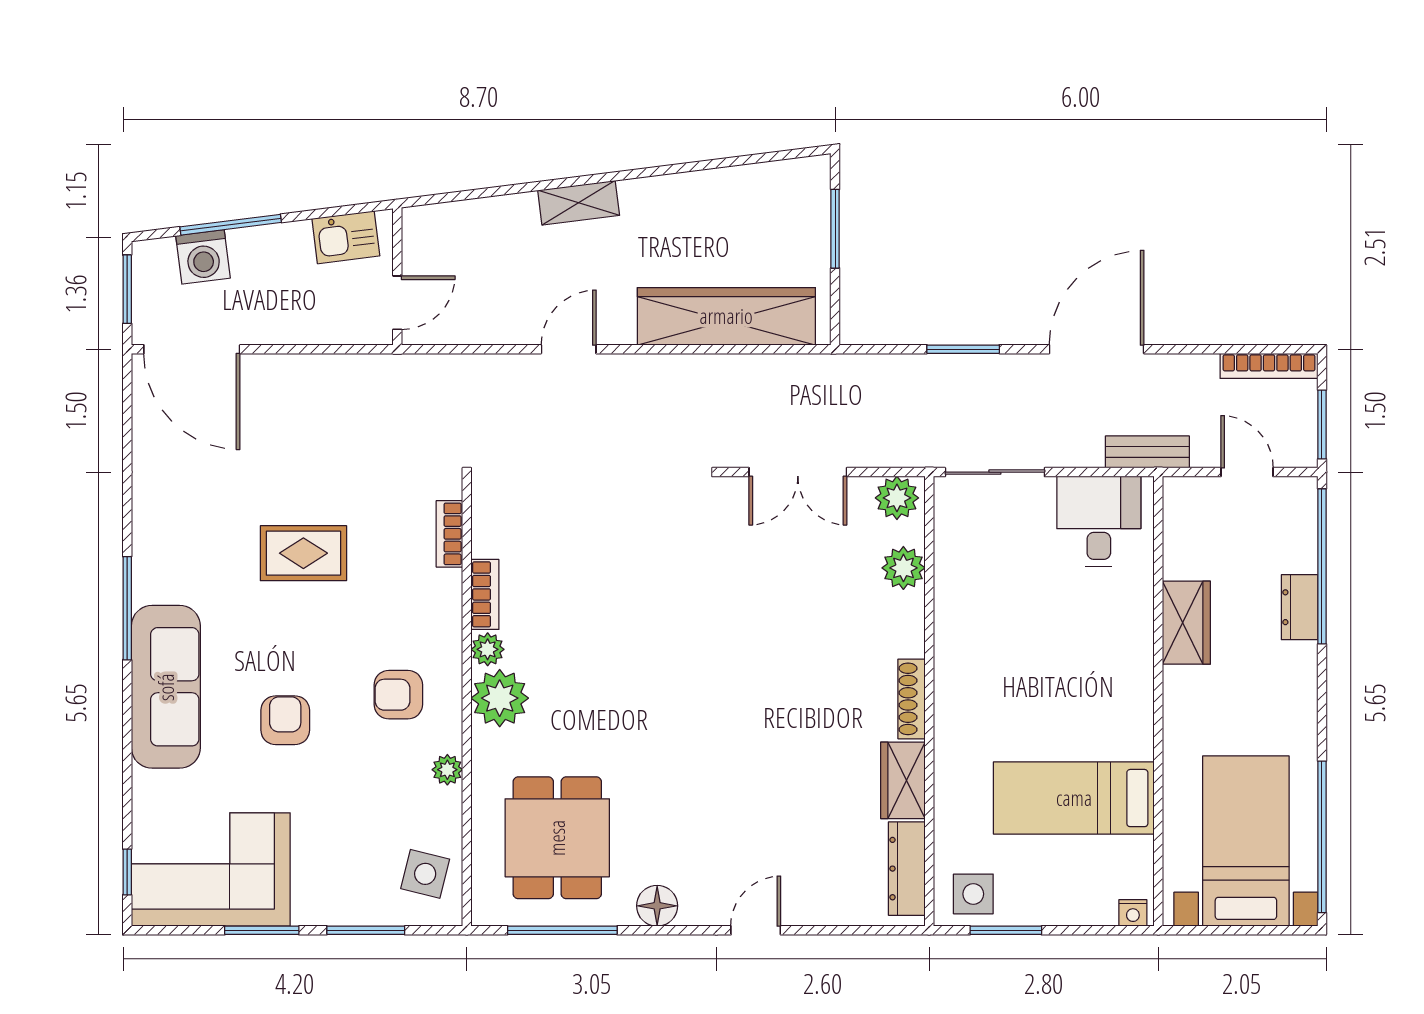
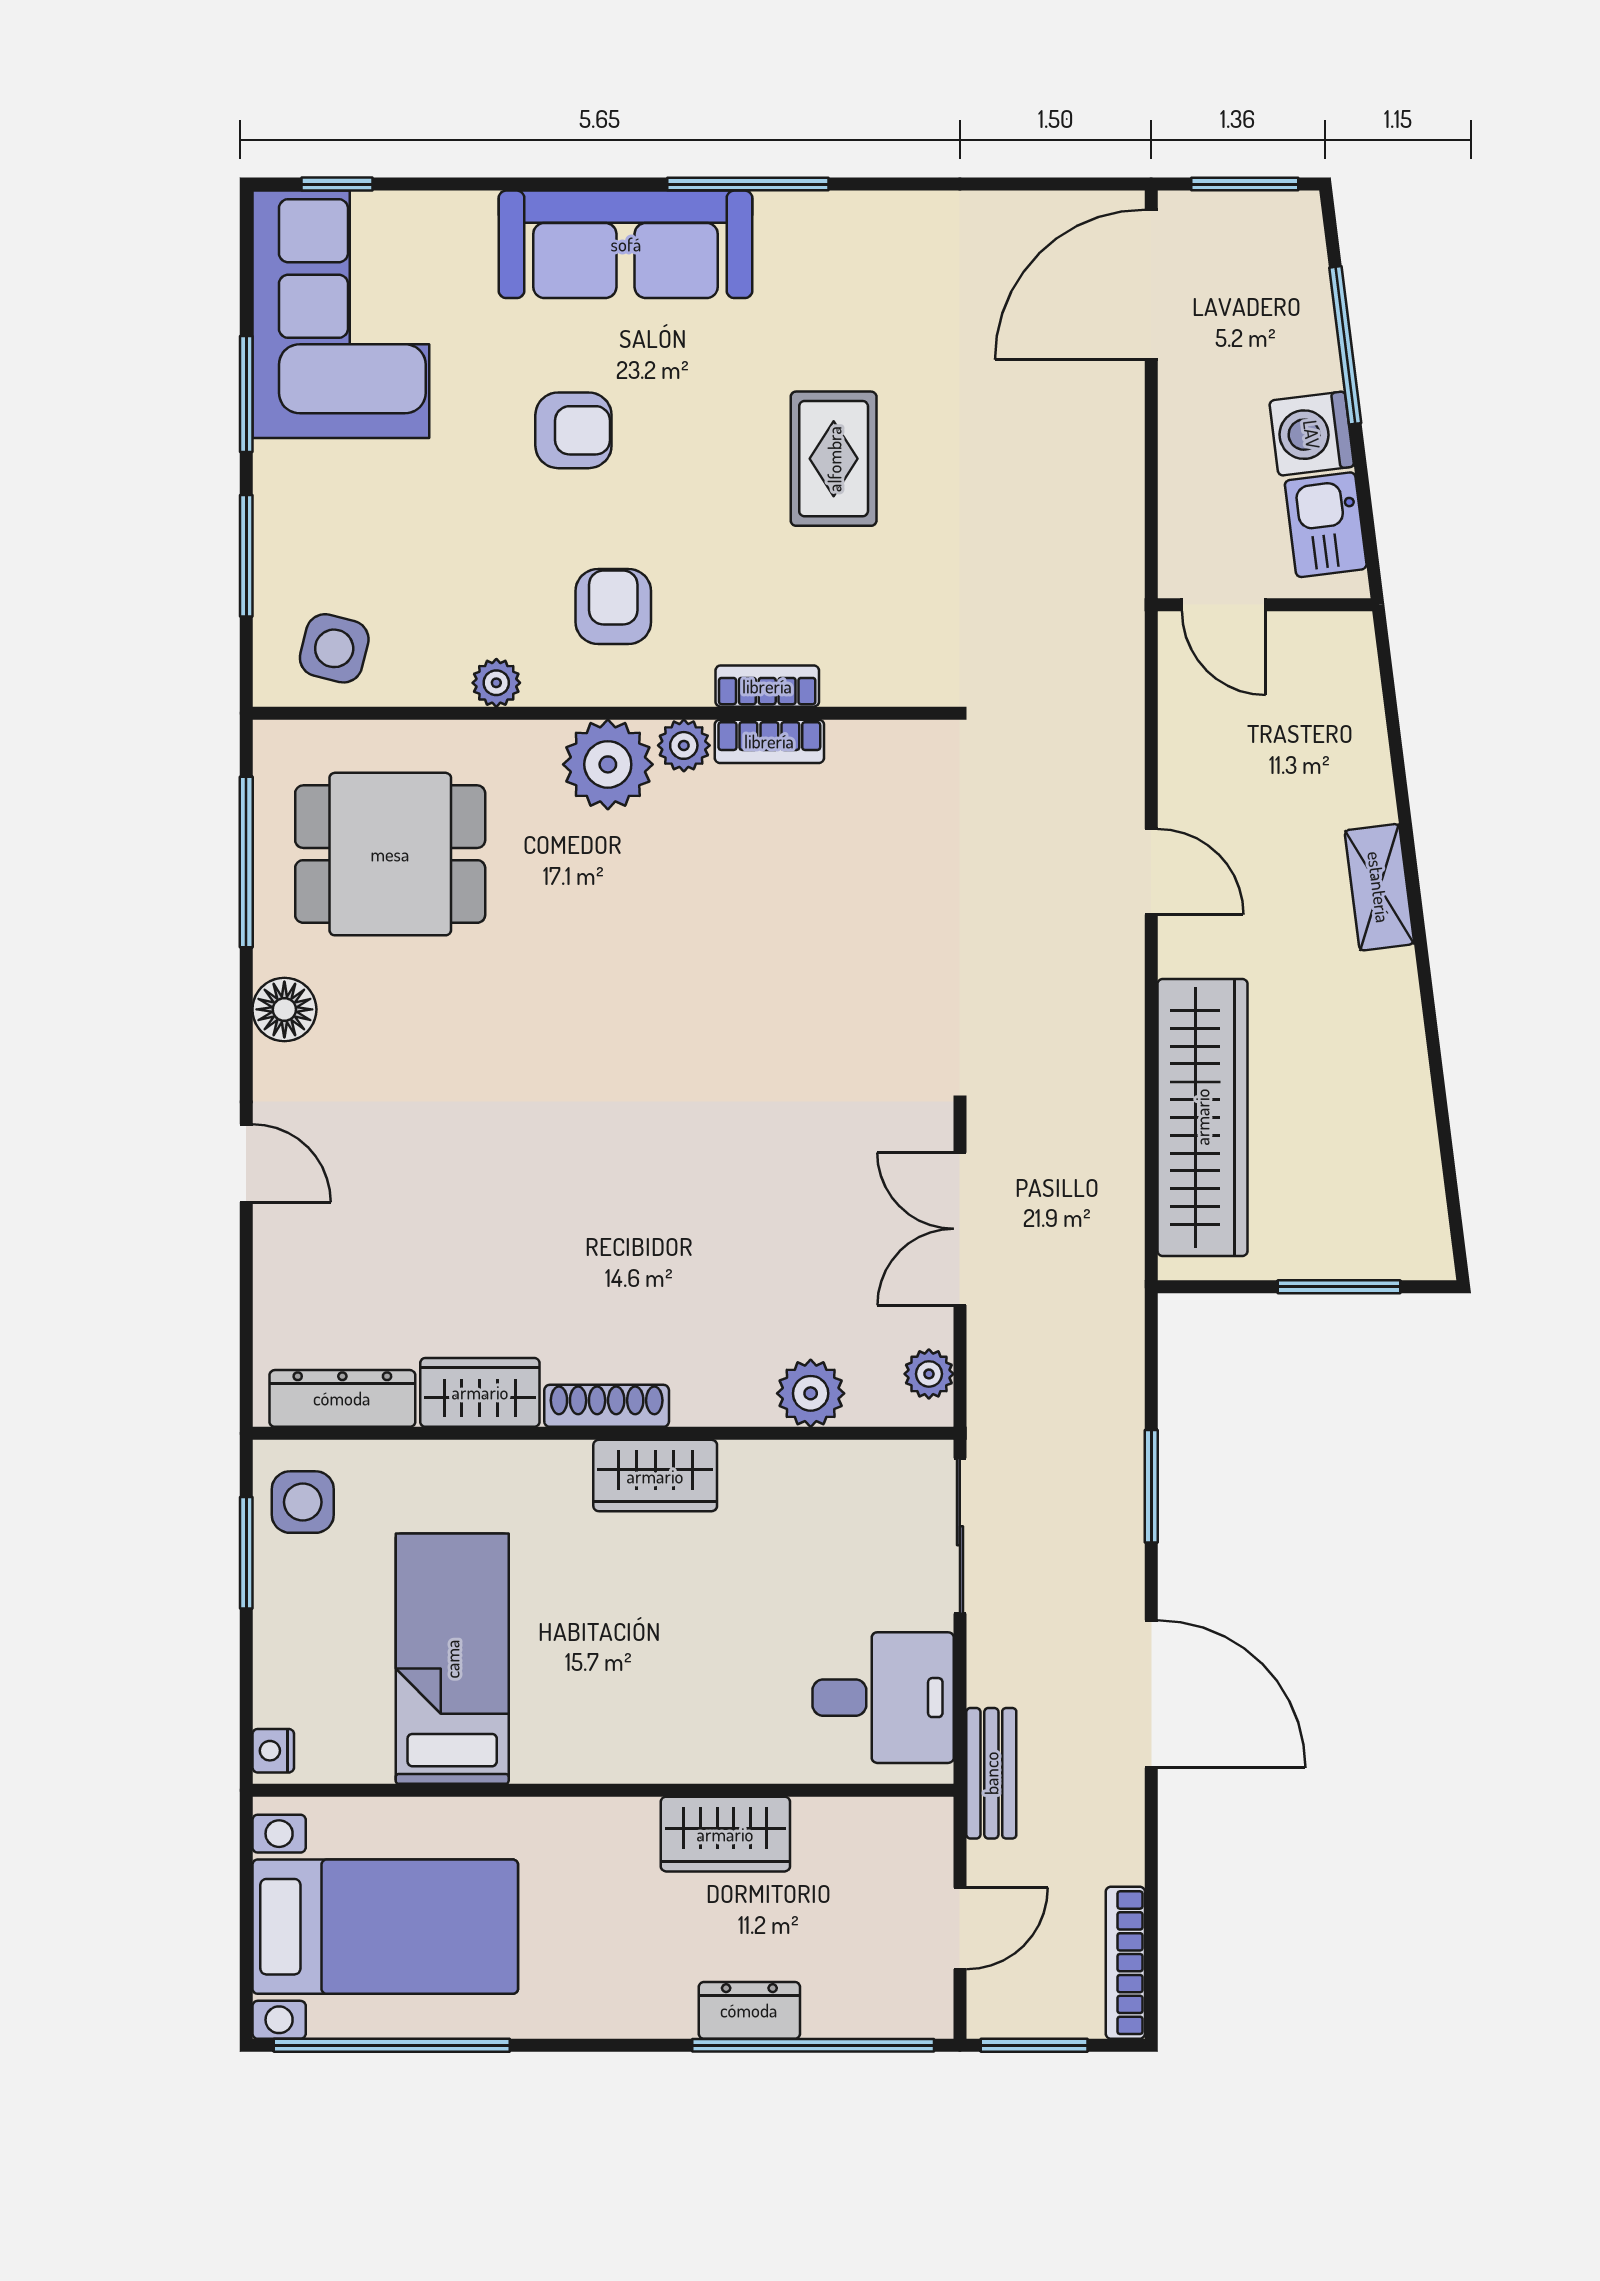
washing machine: (203, 257) -> (1312, 434), moved
plant: (897, 498) -> (929, 1374), width x0.73, depth x0.73
bookcase: (449, 534) -> (767, 686), moved
wardrobe: (956, 668) -> (655, 1476), added

